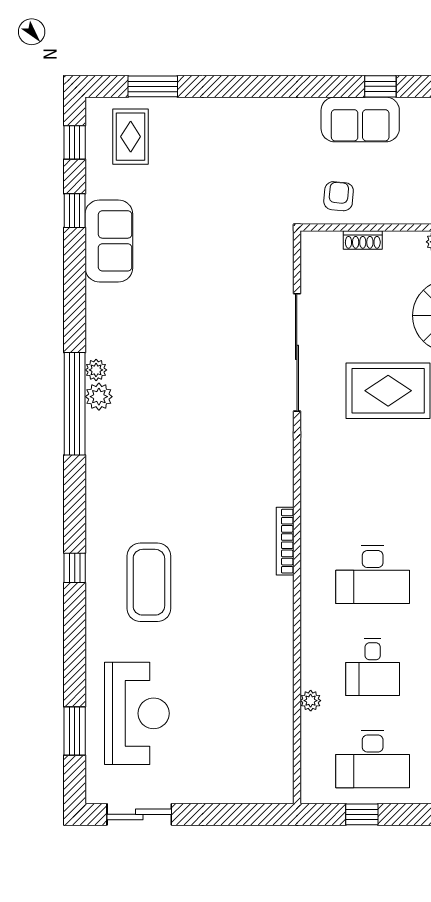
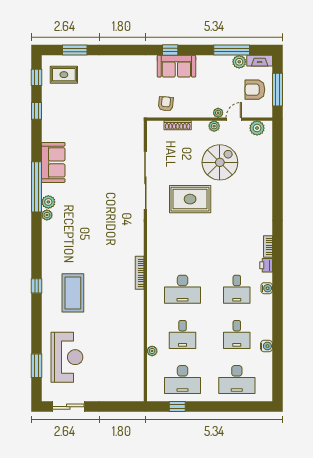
window: (380, 86) -> (170, 50), moved
rug: (131, 137) -> (64, 75), turned 90
shoe rack: (363, 240) -> (178, 125), width x1.43
sofa: (109, 241) -> (53, 162), moved
plant: (96, 370) -> (47, 215), moved
window: (75, 404) -> (37, 187), moved

